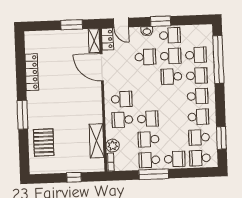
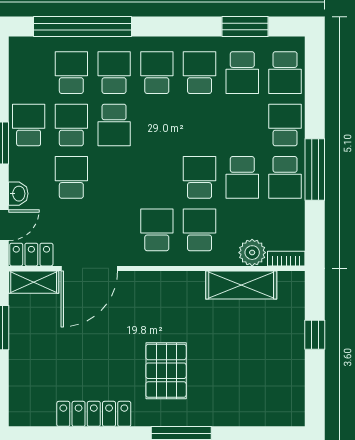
washbasin: (147, 31) -> (18, 194), moved
school desk: (122, 120) -> (200, 230), turned 180
pallet: (44, 142) -> (166, 371), moved, turned 90

